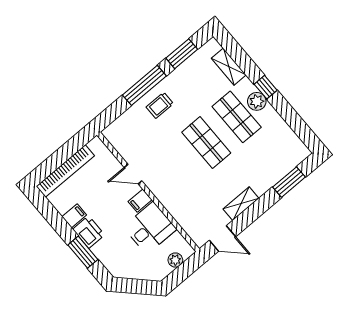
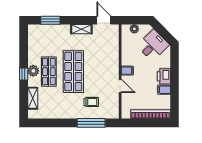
window: (182, 54) -> (50, 123), removed
window: (144, 85) -> (91, 123), moved
trolley: (160, 105) -> (91, 102), moved
shop shelf: (206, 143) -> (73, 72), width x1.43, depth x1.36
desk: (150, 228) -> (153, 45), moved, turned 135
window: (83, 252) -> (174, 69), removed

